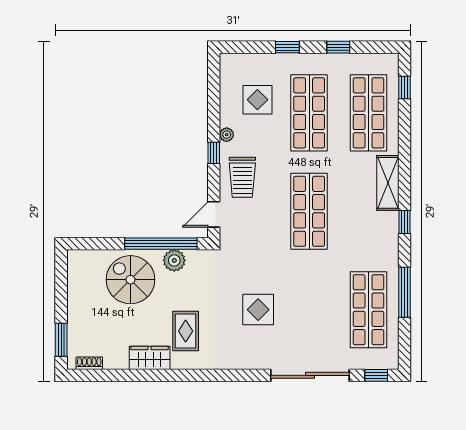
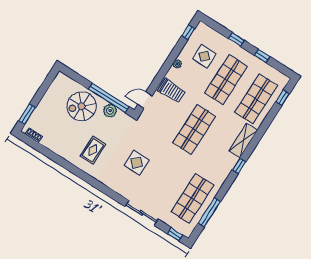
window: (214, 153) -> (188, 32), moved
trolley: (242, 177) -> (171, 91), turned -90
spiral stairs: (130, 280) -> (82, 106), turned -90
window: (404, 292) -> (209, 212), moved
wardrobe: (150, 358) -> (66, 152), removed
sliding door: (310, 375) -> (142, 213), width x0.73

